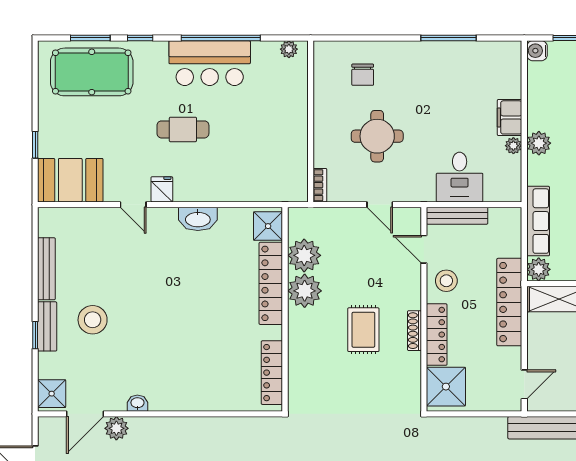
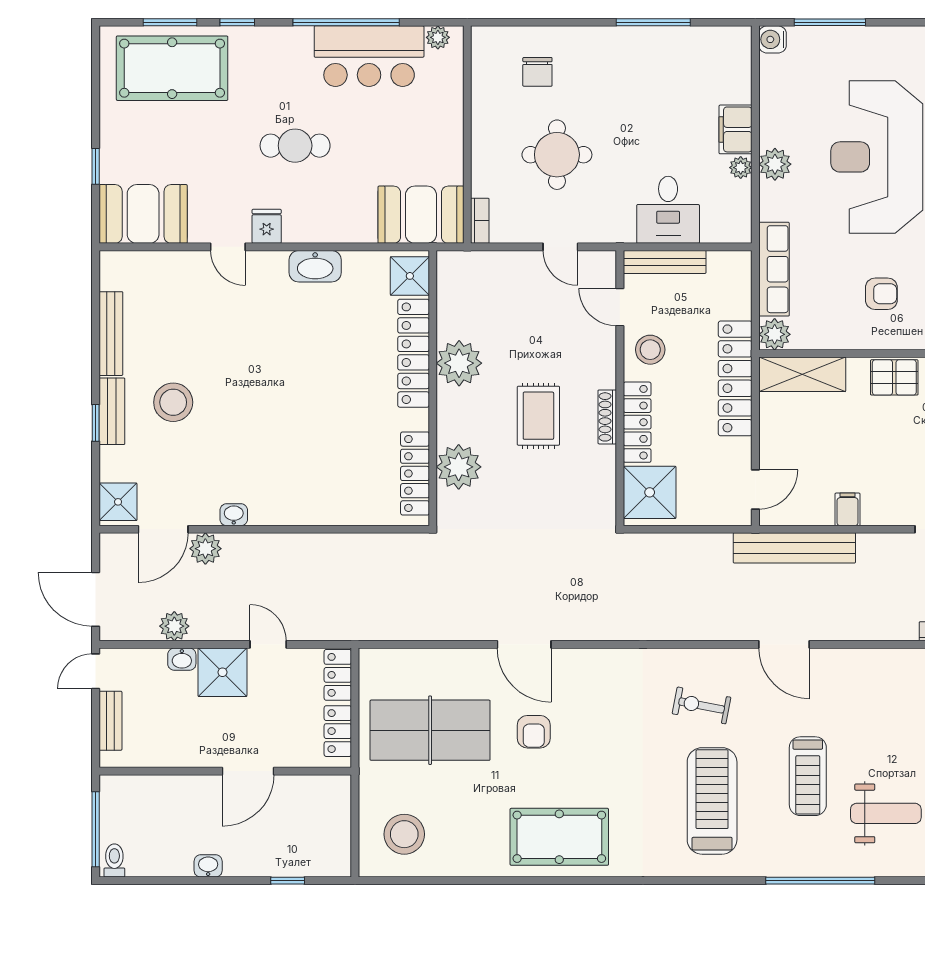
bar counter: (210, 63) -> (369, 56), moved
booth: (276, 181) -> (421, 215), added
plant: (304, 255) -> (459, 467), moved

